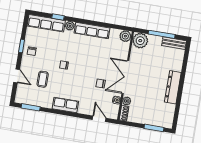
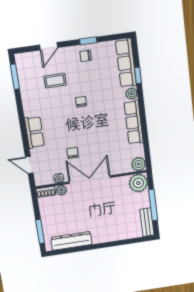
dresser: (173, 87) -> (71, 241), moved
row of seats: (65, 105) -> (34, 132), moved
door: (99, 119) -> (29, 165), swing flipped

